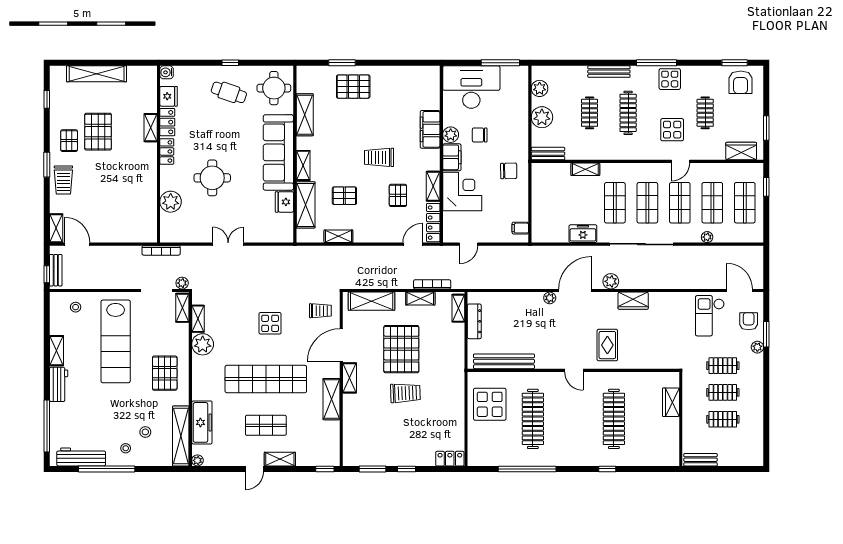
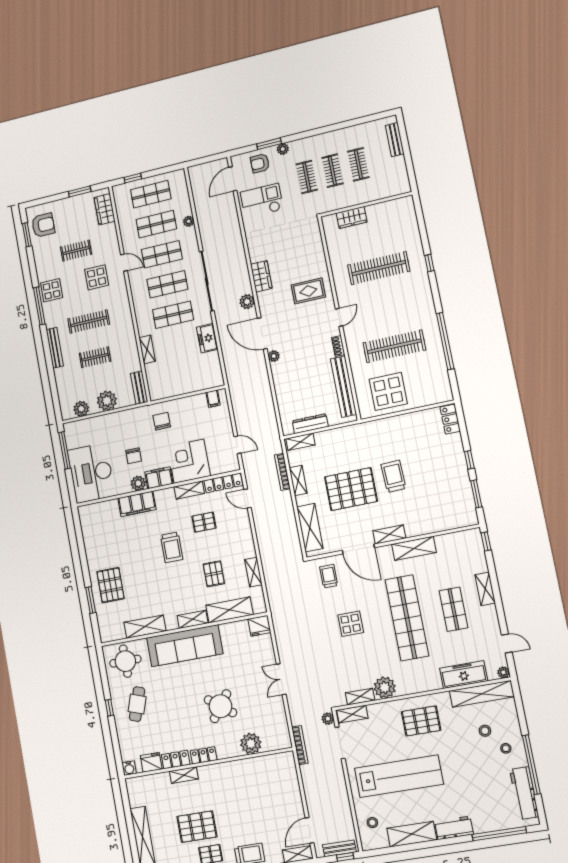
round table: (212, 178) -> (220, 706), turned 37
fridge: (284, 202) -> (259, 626), moved
checkout: (710, 316) -> (262, 201), turned 180
shelving: (57, 351) -> (412, 834), width x1.50, depth x1.33
shoe rack: (545, 364) -> (338, 346), added
bench: (700, 460) -> (395, 140), moved
door: (254, 469) -> (507, 644), moved

